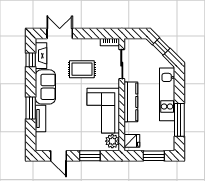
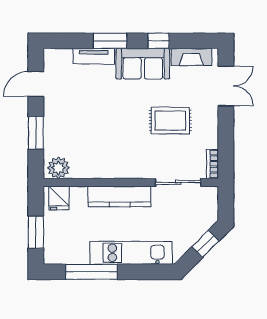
window: (31, 60) -> (159, 41), moved
rug: (82, 69) -> (170, 121), turned 90
corner sofa: (103, 111) -> (106, 154), removed

